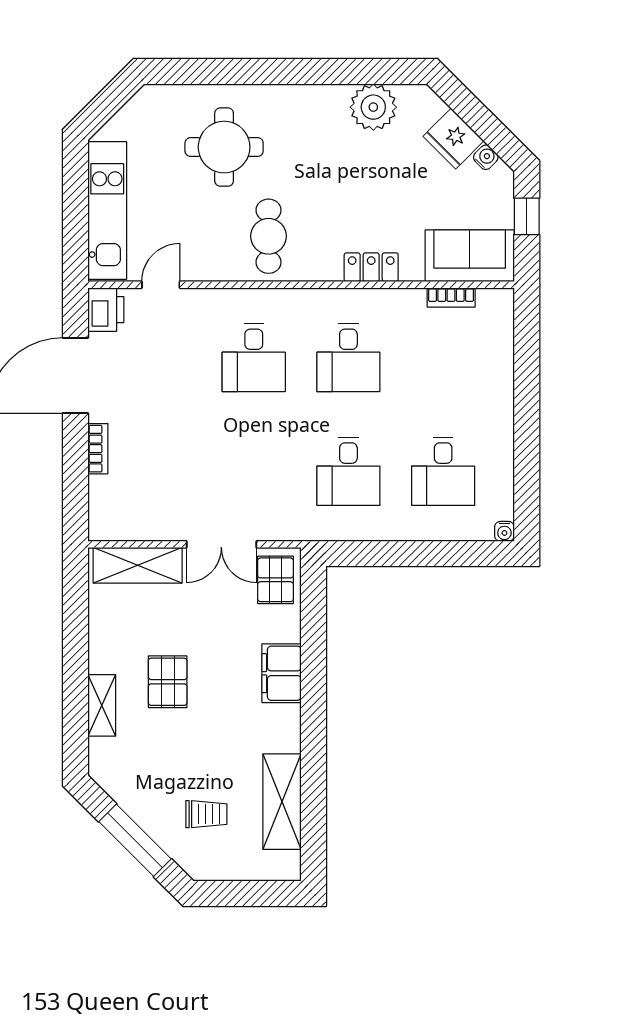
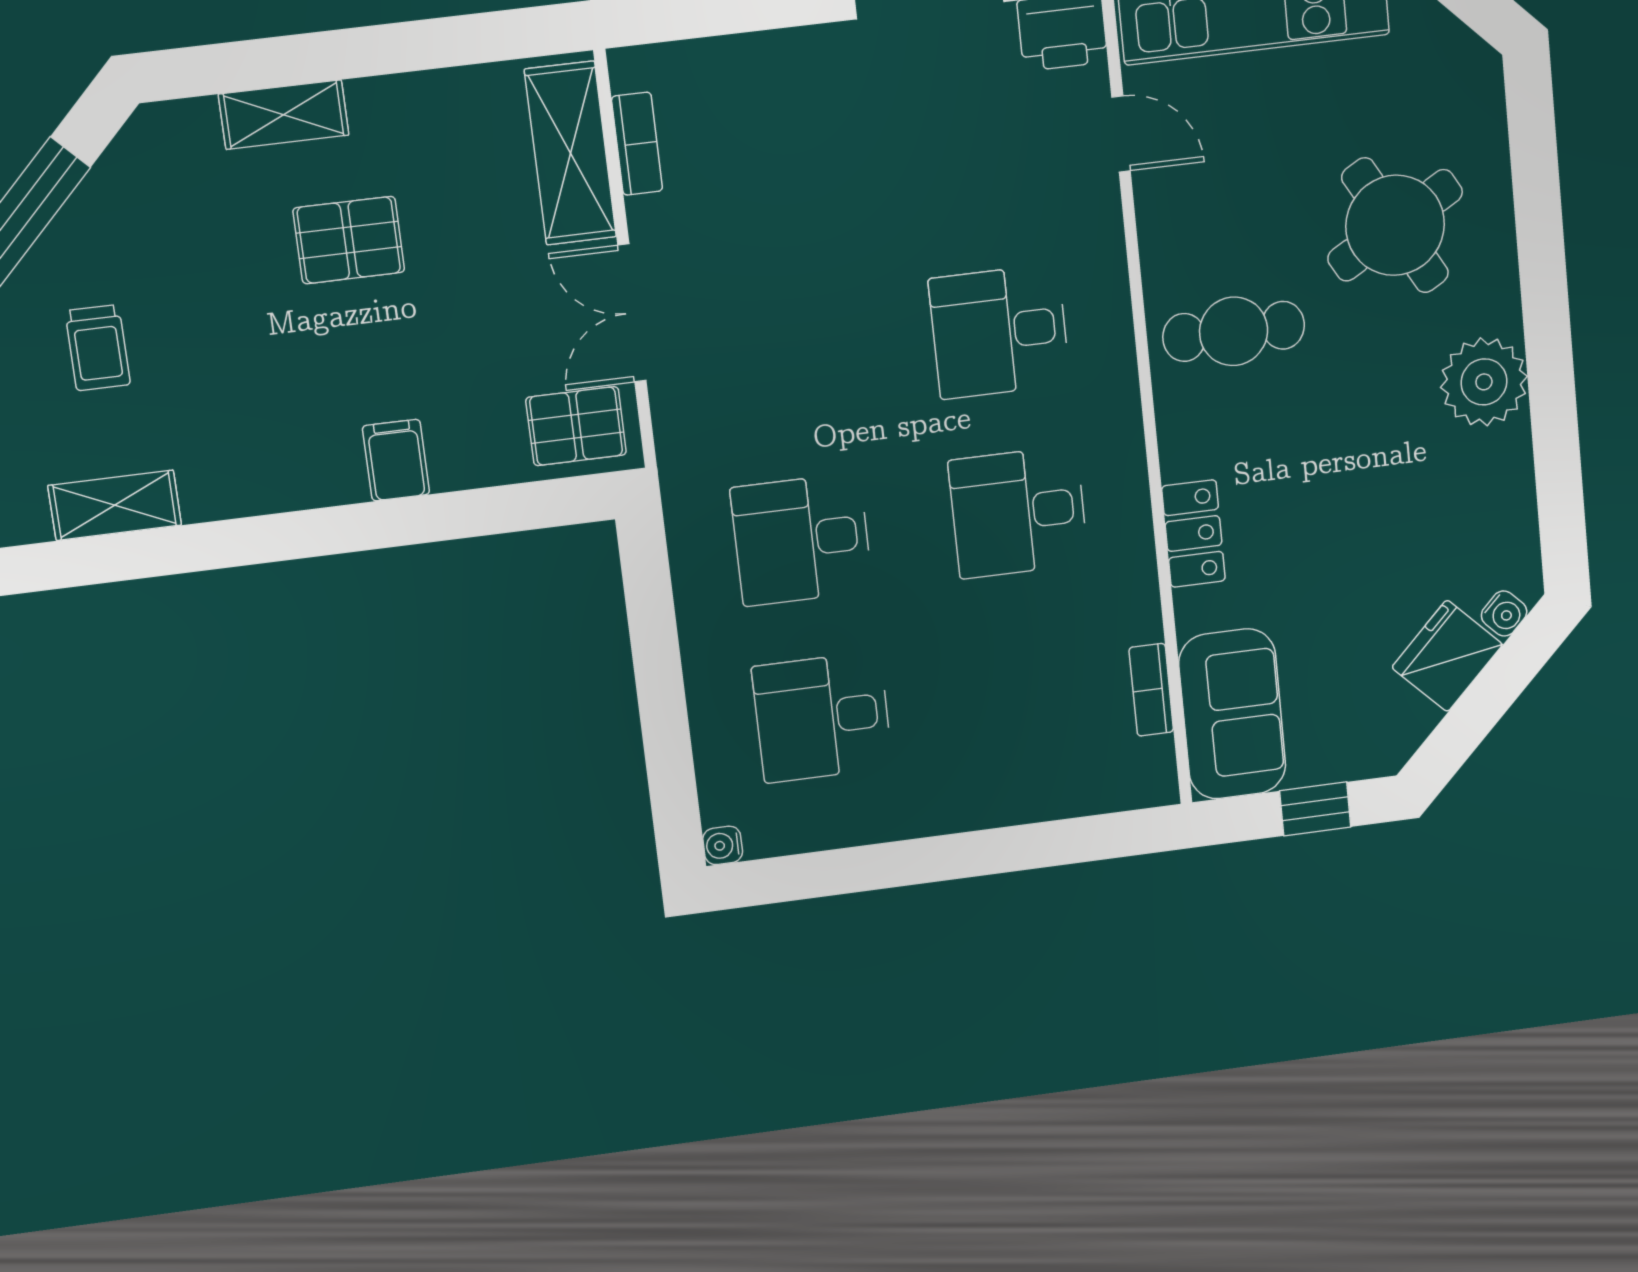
plant: (373, 107) -> (1484, 382), moved
round table: (224, 147) -> (1395, 225), turned -30
water cooler: (486, 157) -> (1504, 614), moved
bookcase: (98, 449) -> (637, 144), moved, turned -90
filing cabinet: (281, 673) -> (396, 460), width x0.50
shelving: (282, 802) -> (115, 505), width x0.67, depth x0.75

